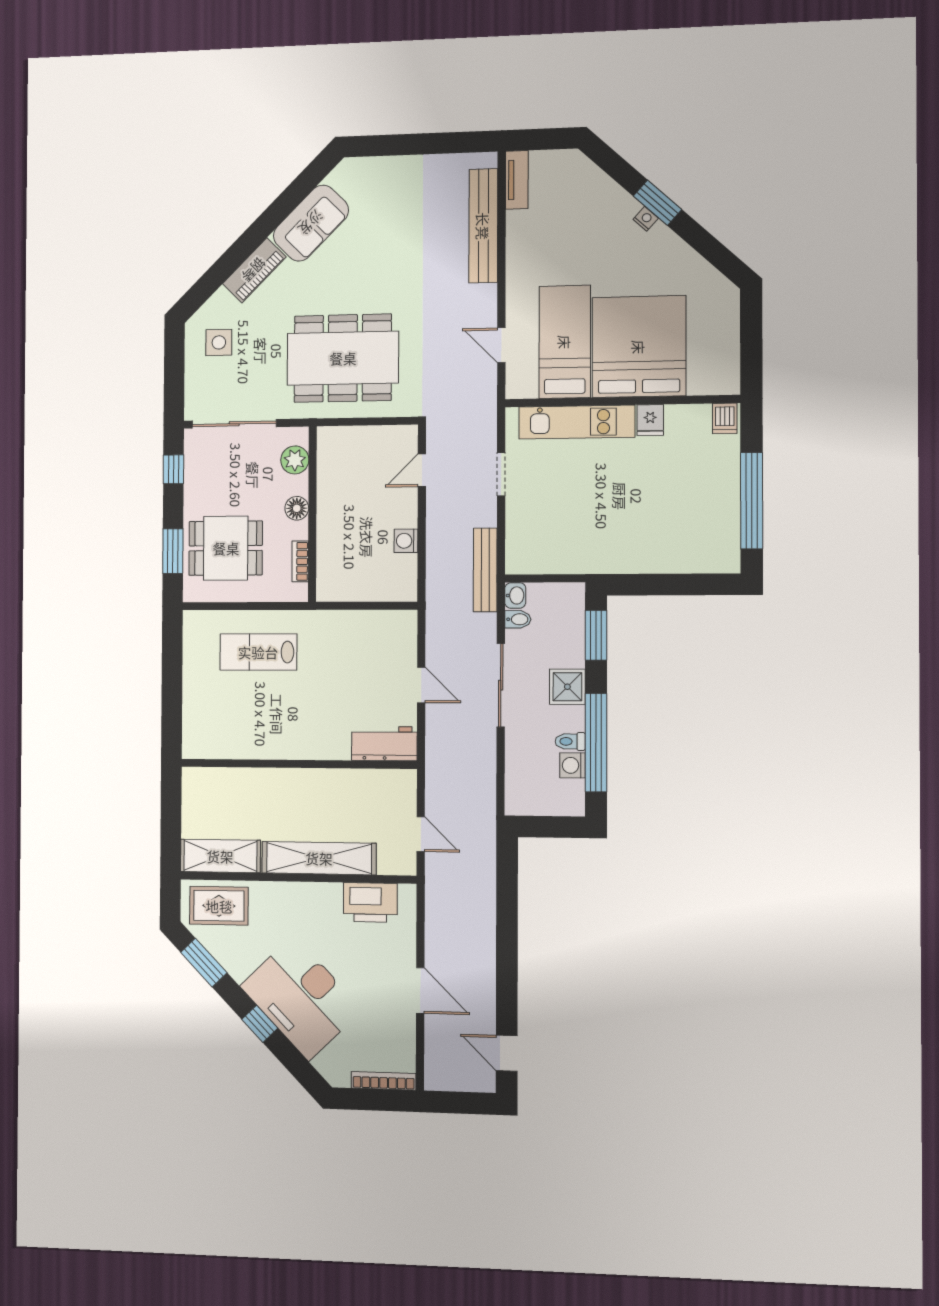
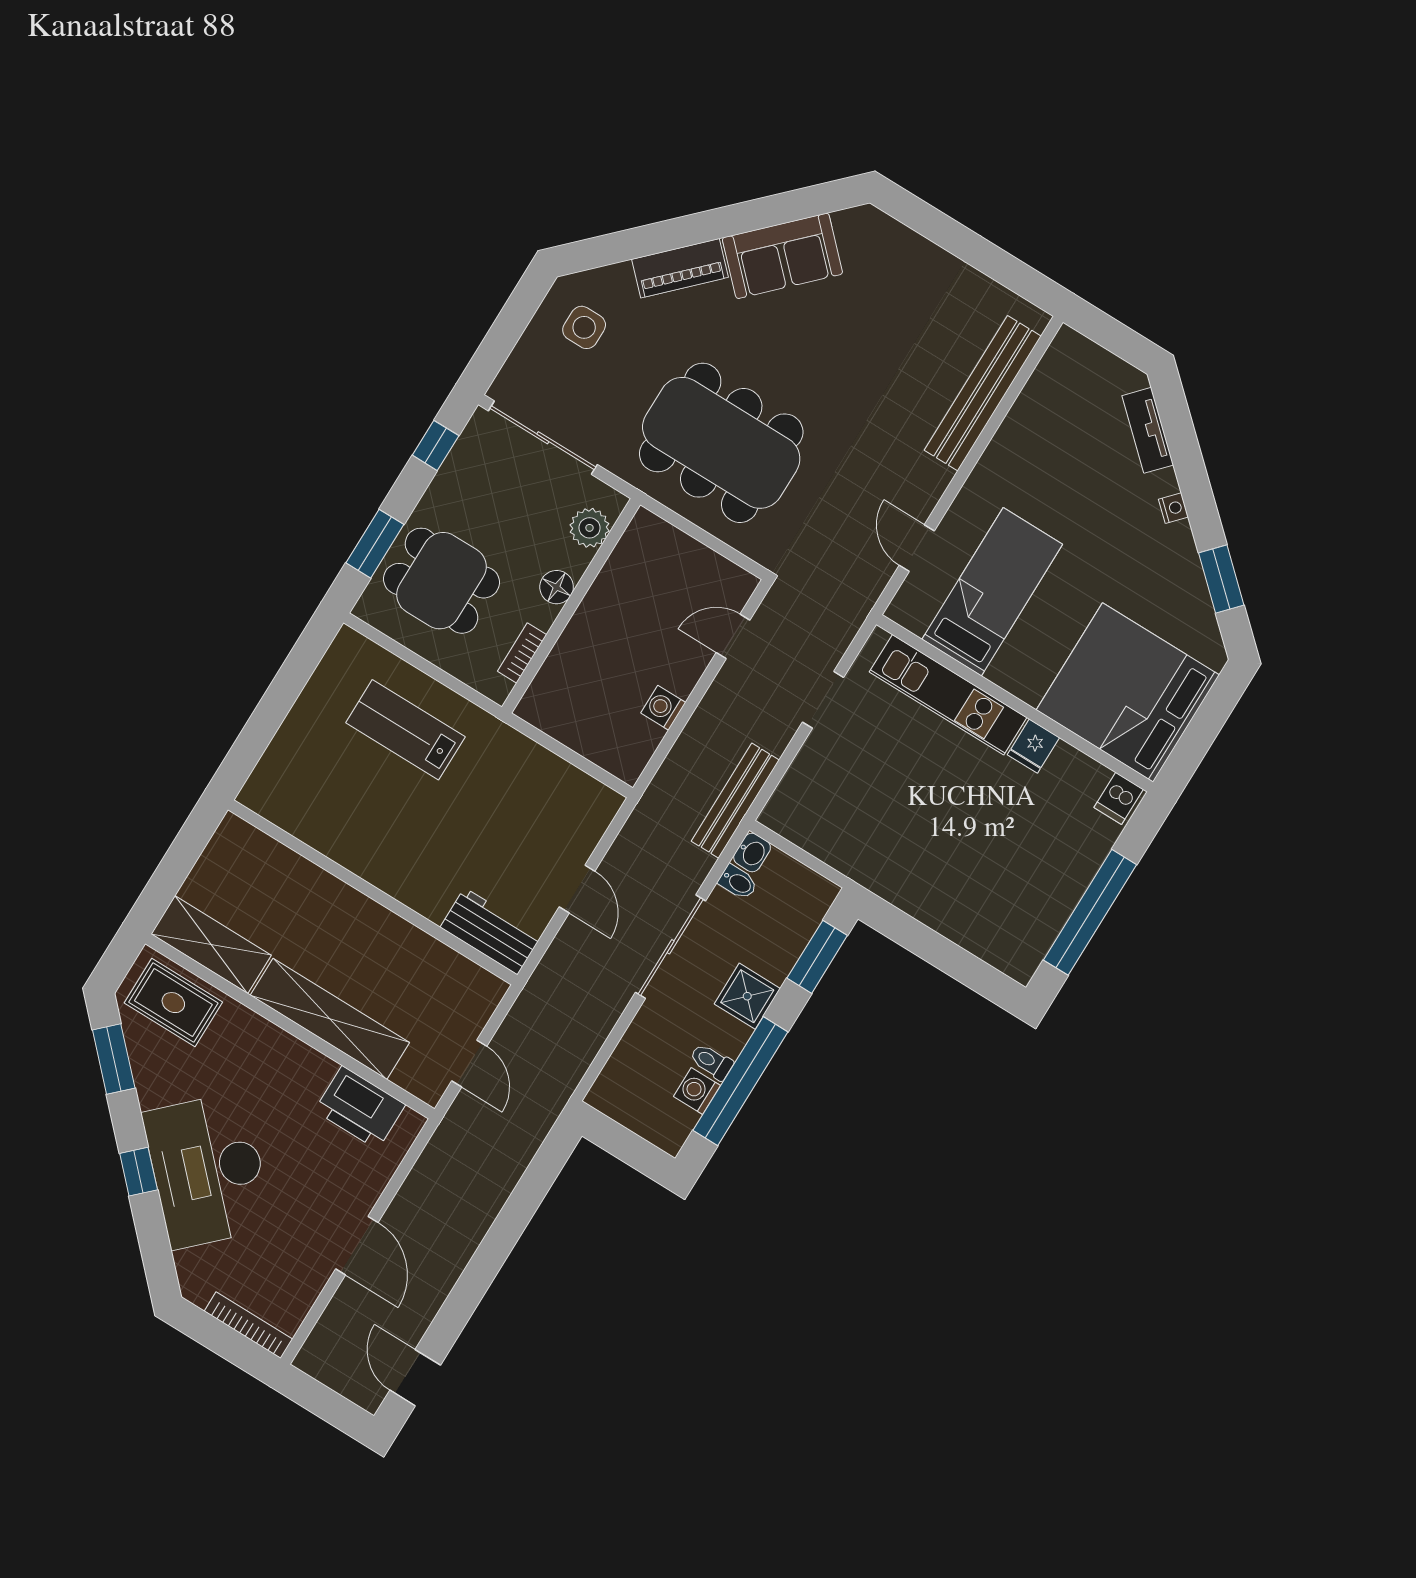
tv unit: (517, 180) -> (1148, 430), moved, turned 132
window: (658, 203) -> (1221, 579), moved
bed: (639, 347) -> (1128, 692), moved, turned -90

